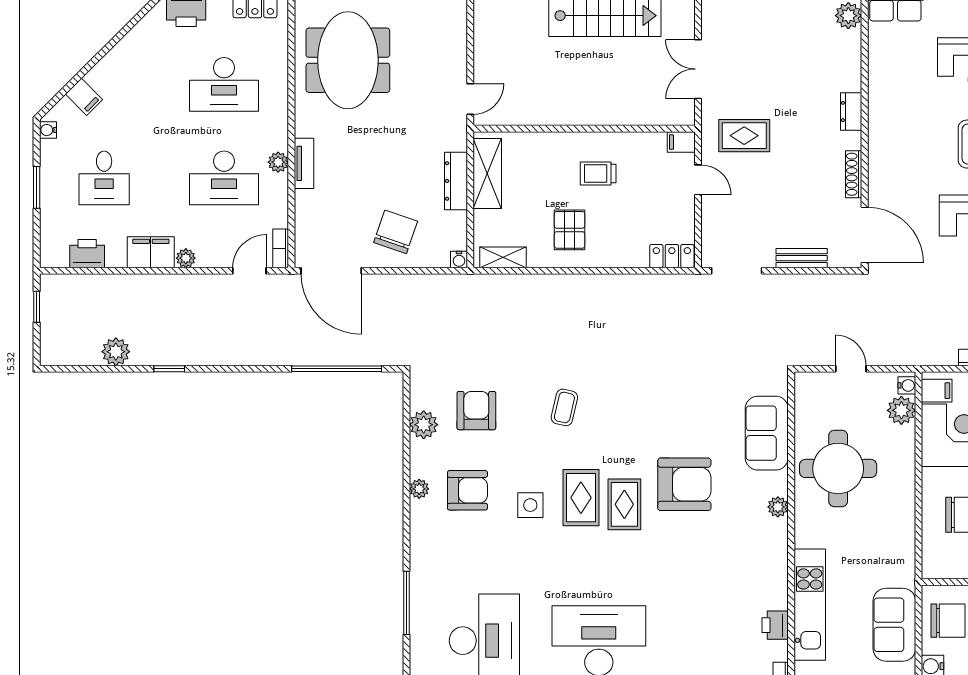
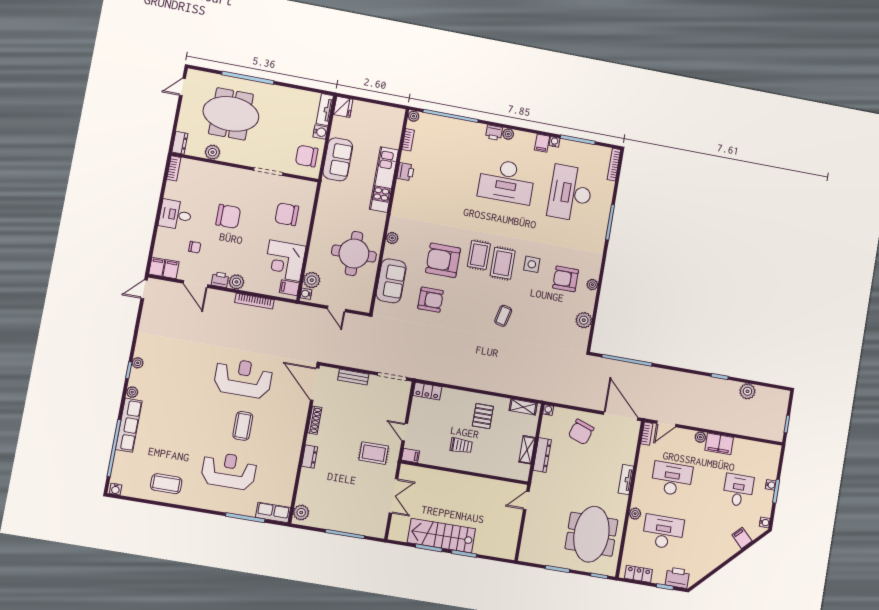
plant: (278, 162) -> (635, 514), moved
shelving: (487, 174) -> (527, 450), width x0.67, depth x0.75
water cooler: (48, 197) -> (771, 485), added
printer: (87, 254) -> (754, 449), removed
armchair: (476, 411) -> (431, 300), moved, turned -90

